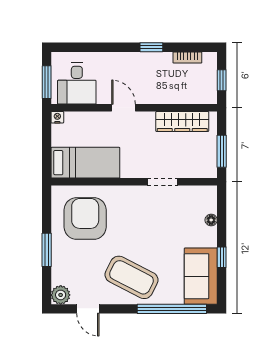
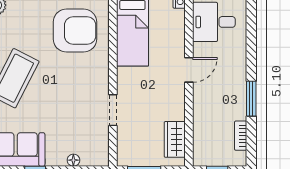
window: (151, 47) -> (251, 99), width x1.50
wardrobe: (182, 121) -> (175, 139), width x0.67

